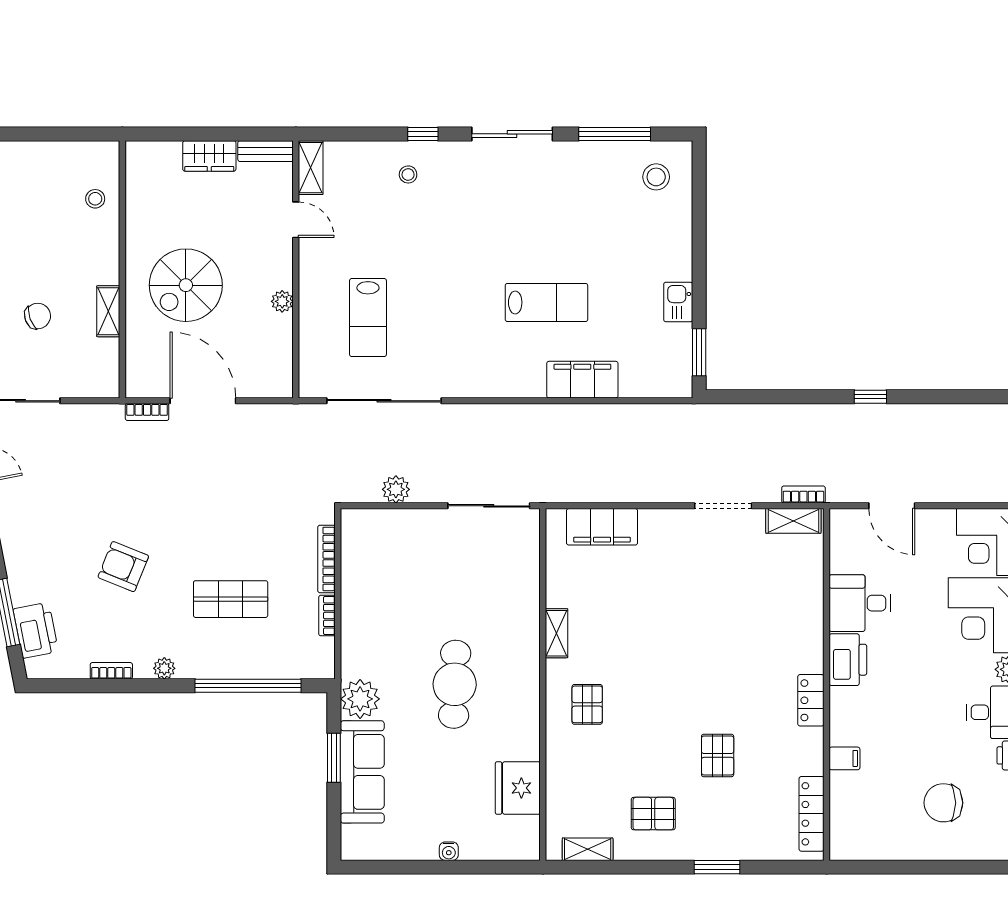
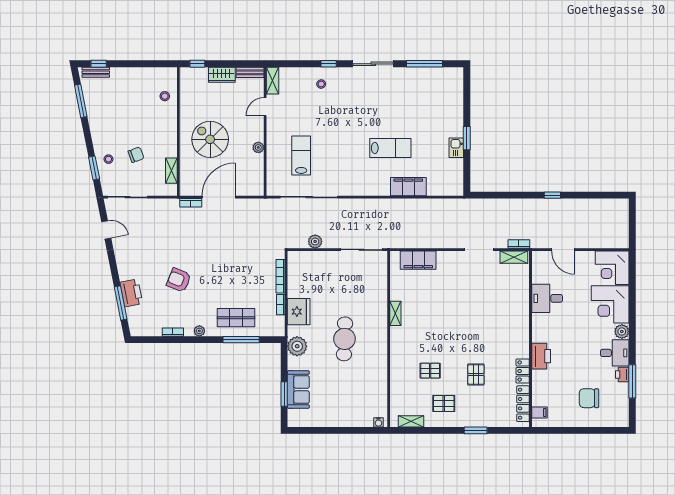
window: (160, 134) -> (197, 64), added
stool: (656, 177) -> (445, 85), removed
door: (296, 220) -> (265, 107), swing flipped
spiral stairs: (186, 285) -> (210, 139), turned 90
shelving: (108, 311) -> (171, 171), moved
lab bench: (368, 318) -> (301, 156), turned 180
window: (699, 352) -> (467, 138), moved
door: (203, 401) -> (219, 197), hinge flipped
shop shelf: (231, 599) -> (236, 318), moved
printer: (36, 630) -> (131, 293), moved
printer: (848, 660) -> (541, 356), moved
window: (248, 686) -> (241, 340), width x0.68
locker: (811, 700) -> (523, 371), moved
pallet: (587, 704) -> (430, 371), moved, turned 90
window: (334, 758) -> (284, 394), moved
filing cabinet: (844, 758) -> (539, 412), moved
sofa: (362, 772) -> (298, 390), width x0.73
fridge: (518, 788) -> (299, 312), moved, turned 180
water cooler: (449, 851) -> (378, 422), moved

